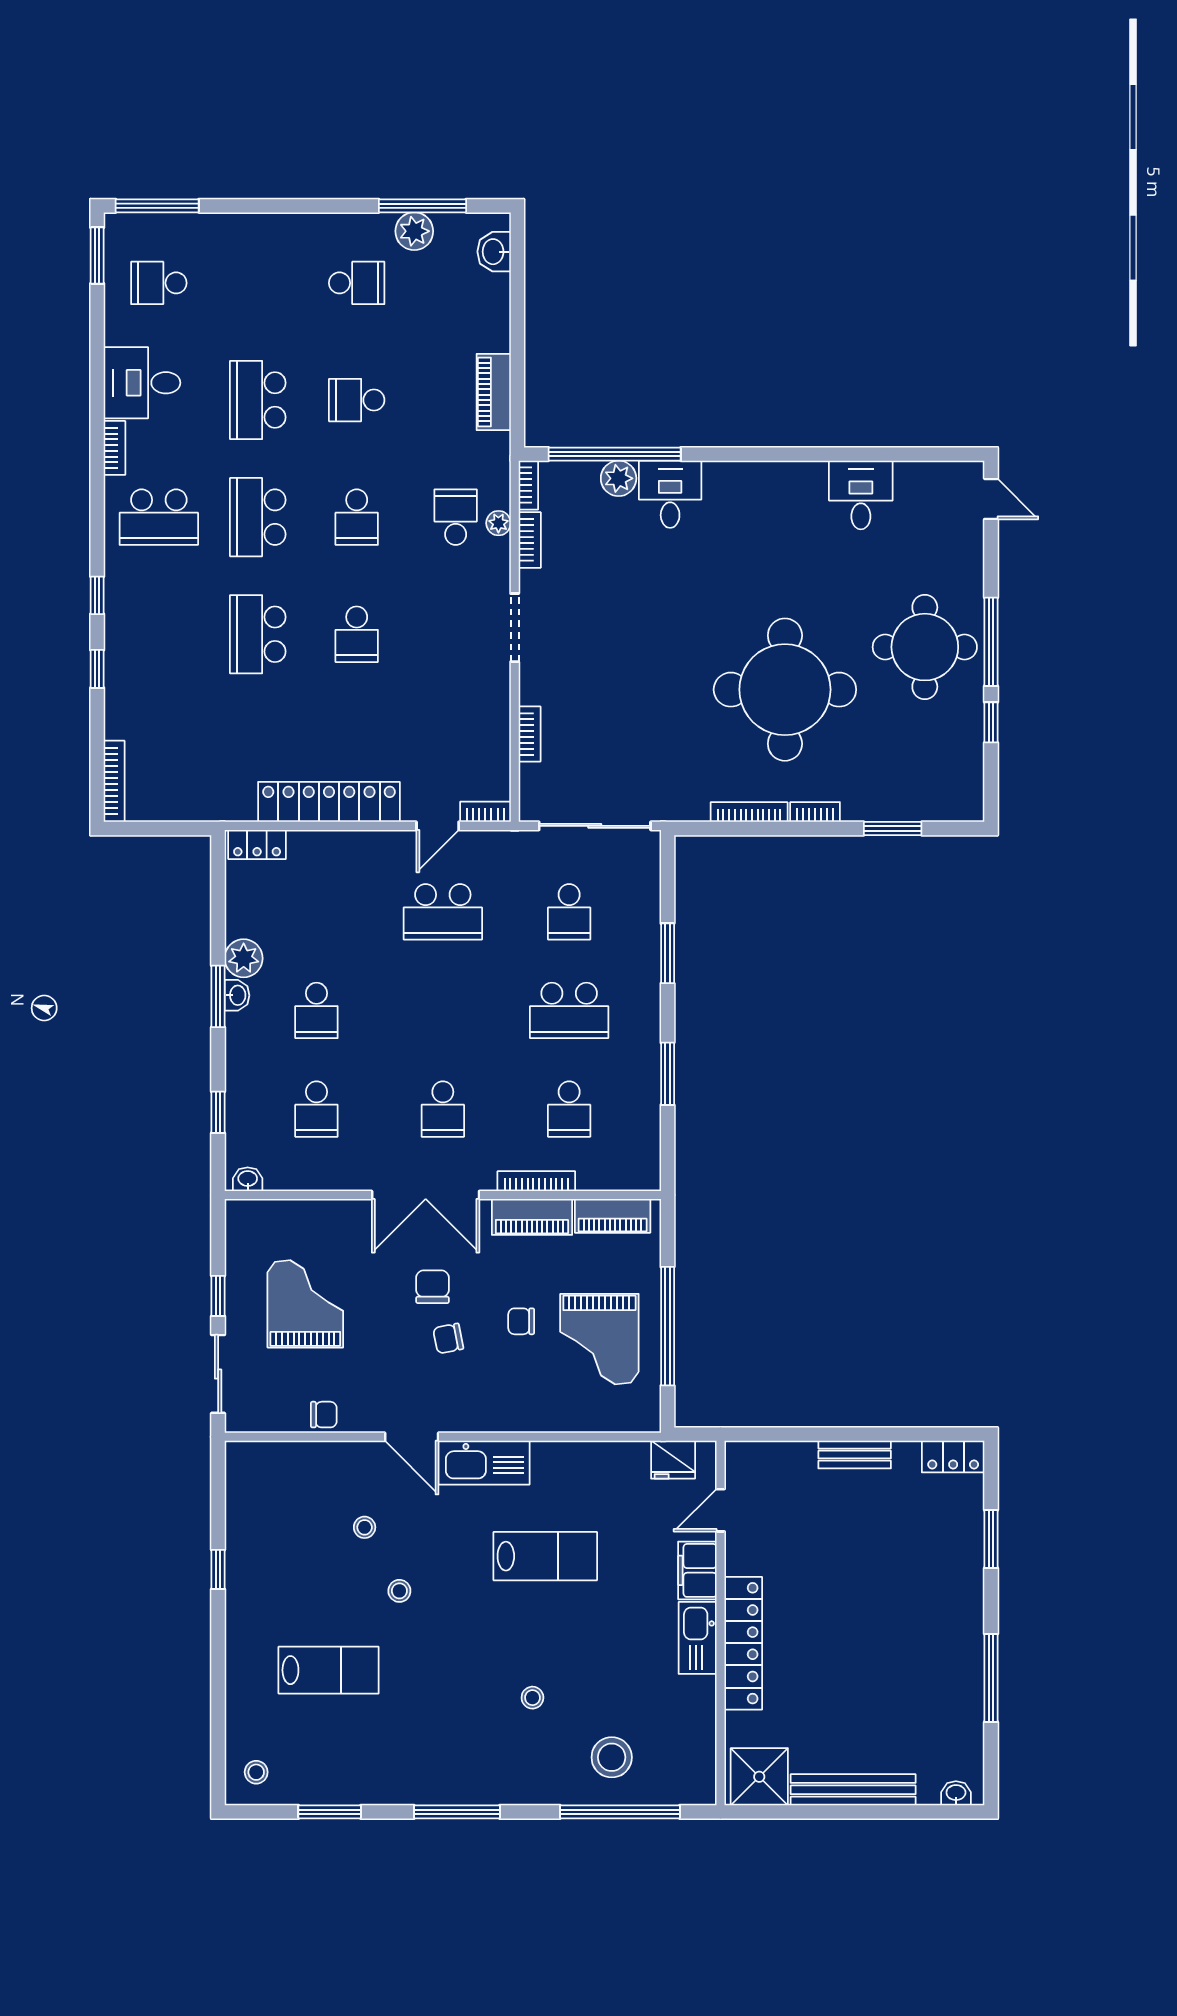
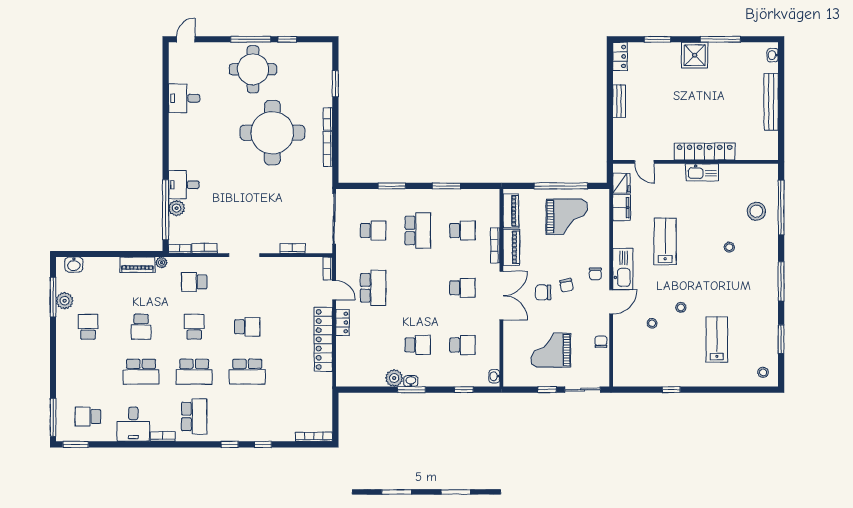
school desk: (159, 283) -> (88, 416), turned 90
school desk: (357, 517) -> (194, 327), turned -90
plant: (498, 523) -> (162, 263), moved
locker: (257, 844) -> (343, 323), moved
chair: (521, 1321) -> (595, 274), moved
filing cabinet: (697, 1570) -> (622, 208), moved, turned -90
shower: (759, 1777) -> (695, 55), moved

